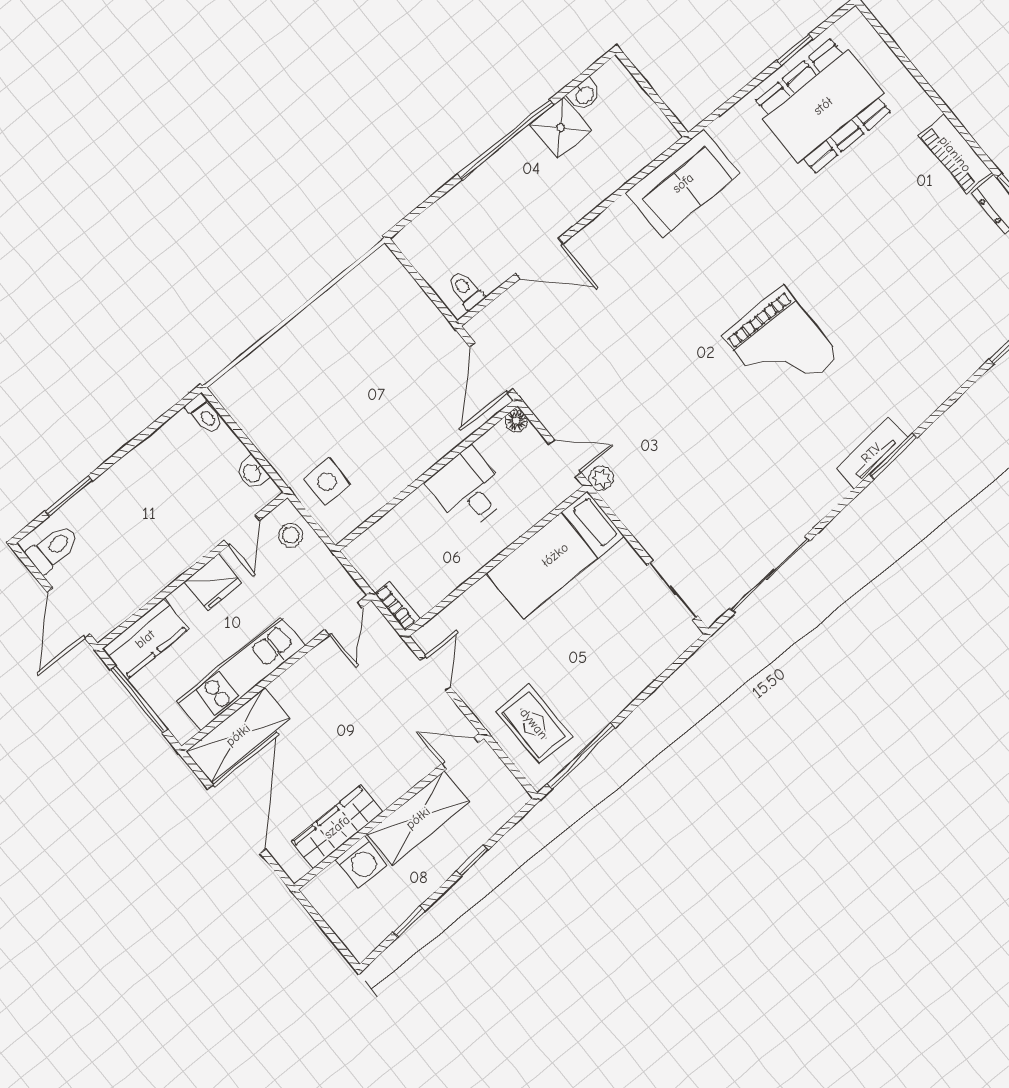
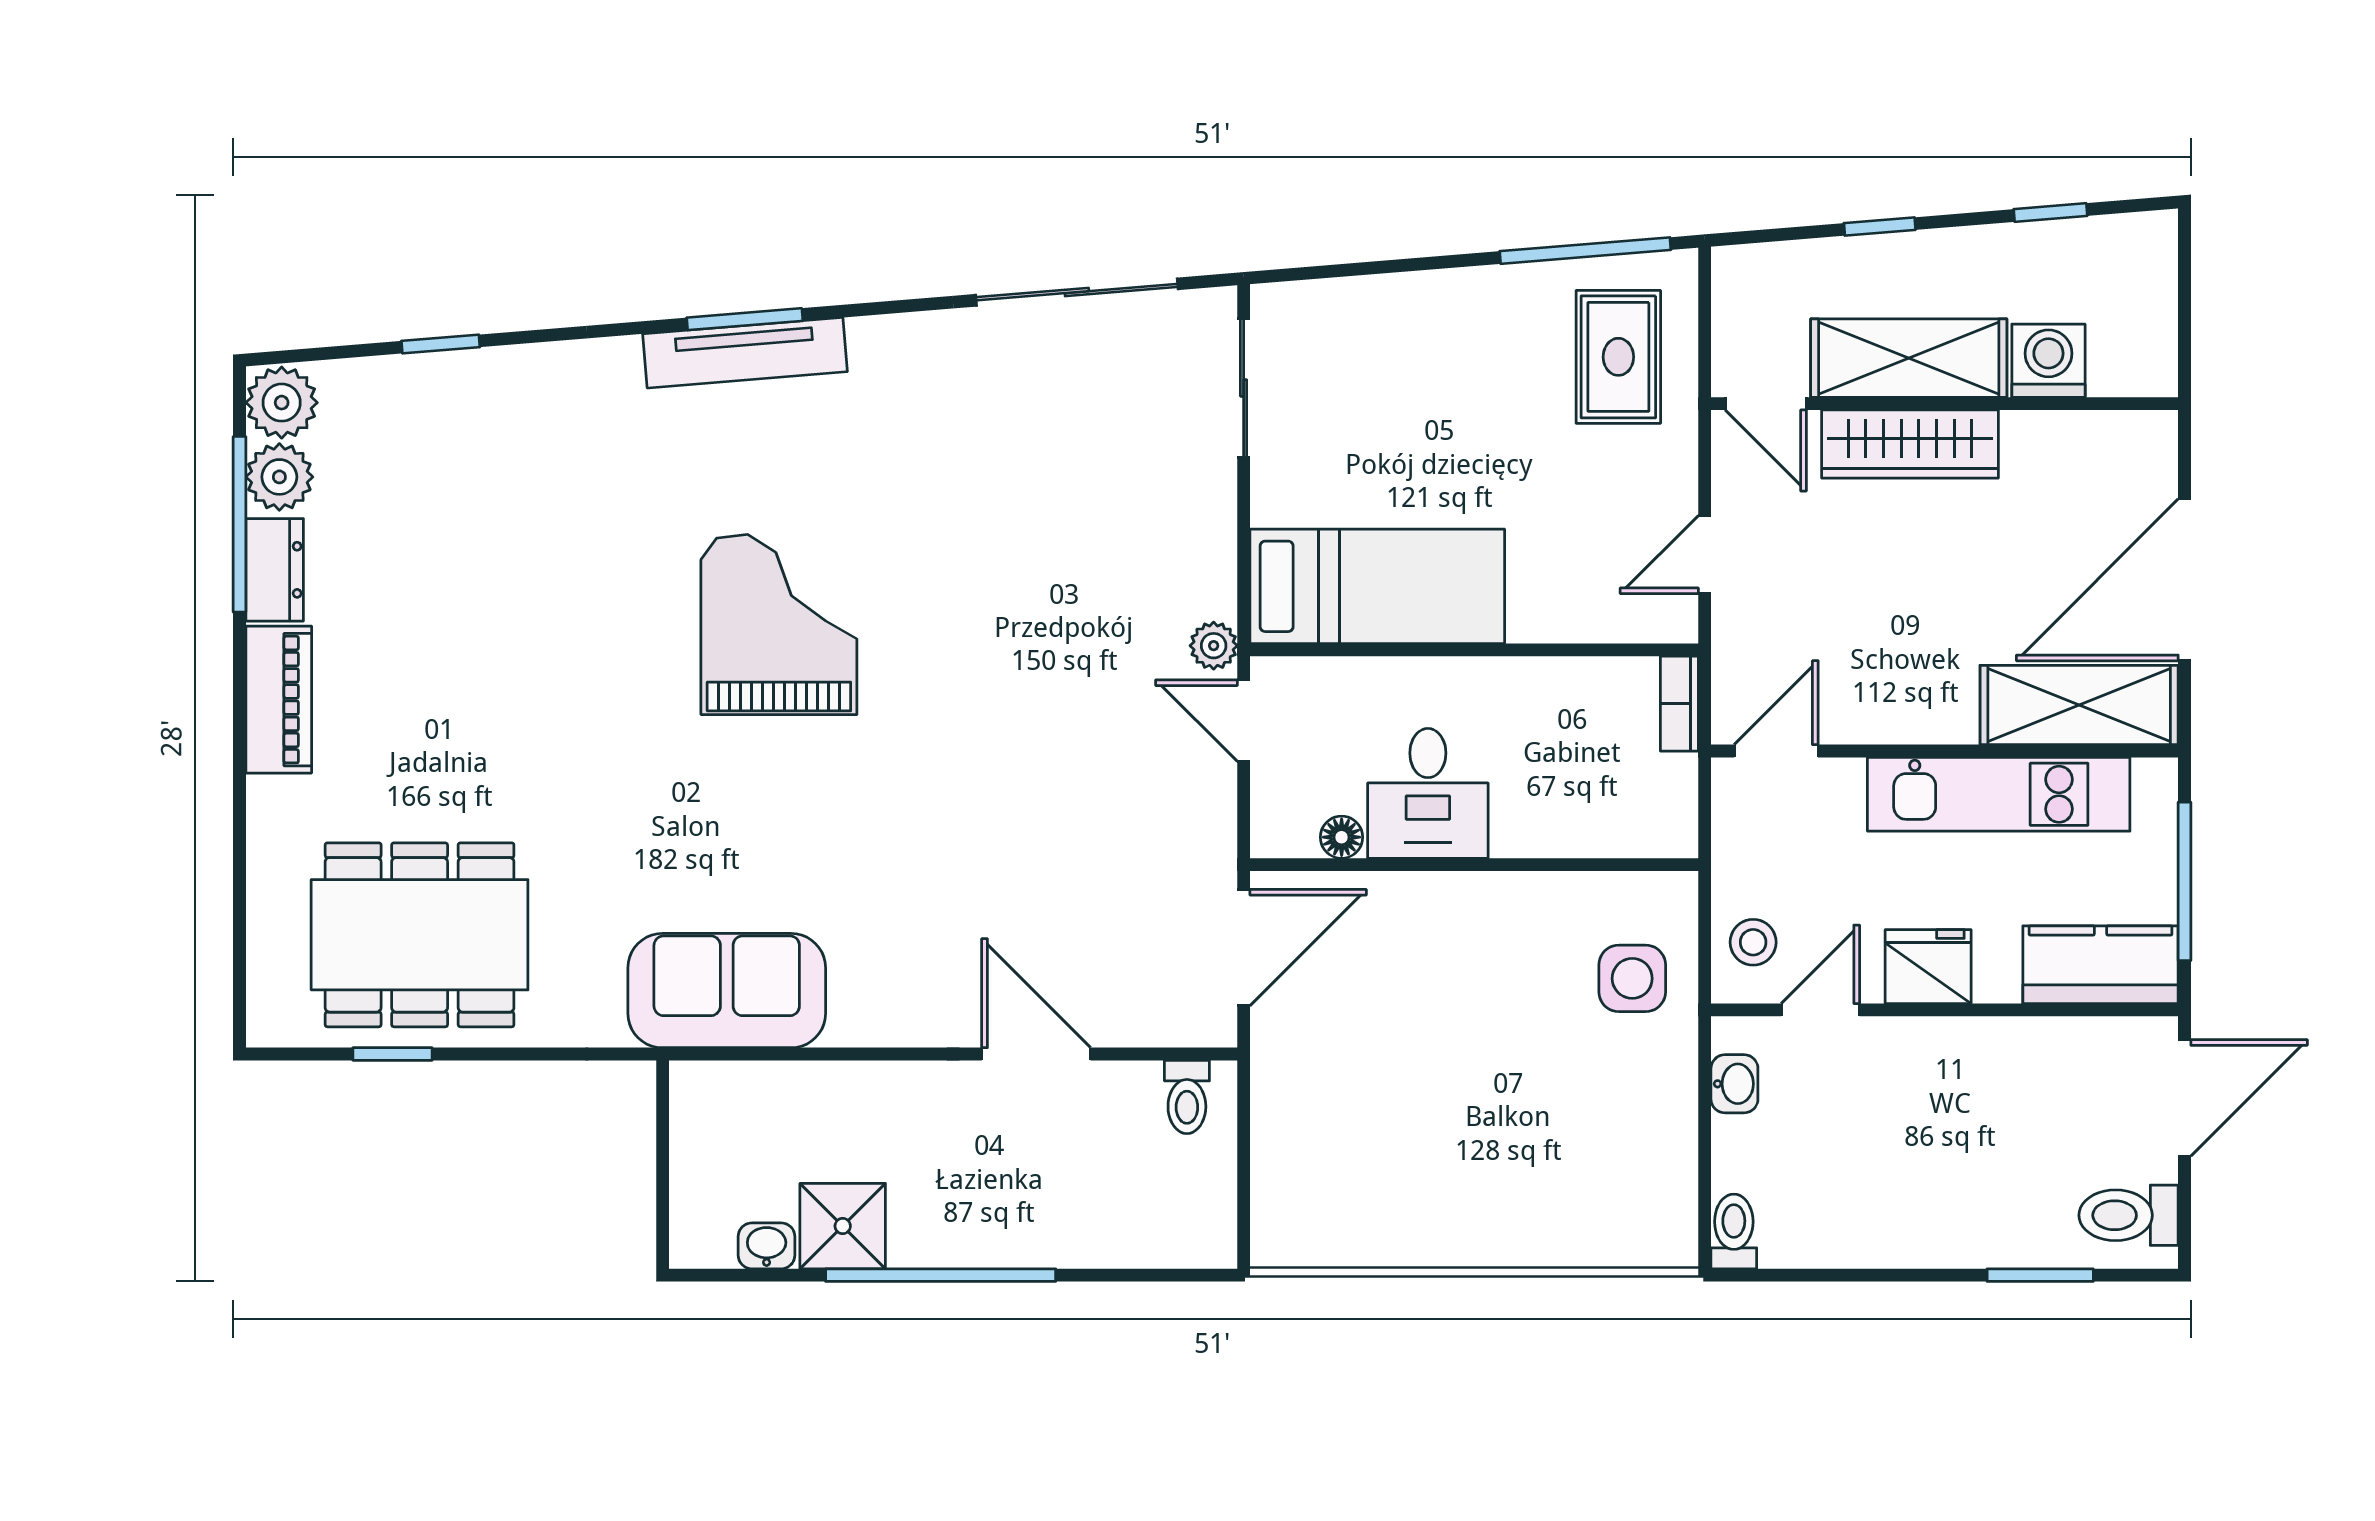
floor lamp: (516, 421) -> (1342, 837), moved
tv unit: (871, 453) -> (745, 353), width x1.41
wardrobe: (337, 827) -> (1910, 444), moved

